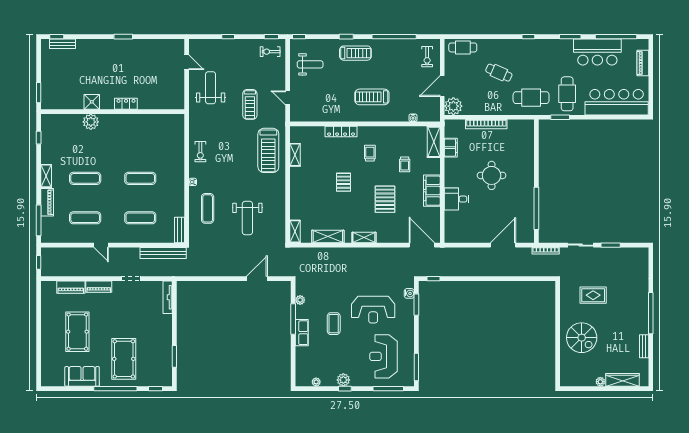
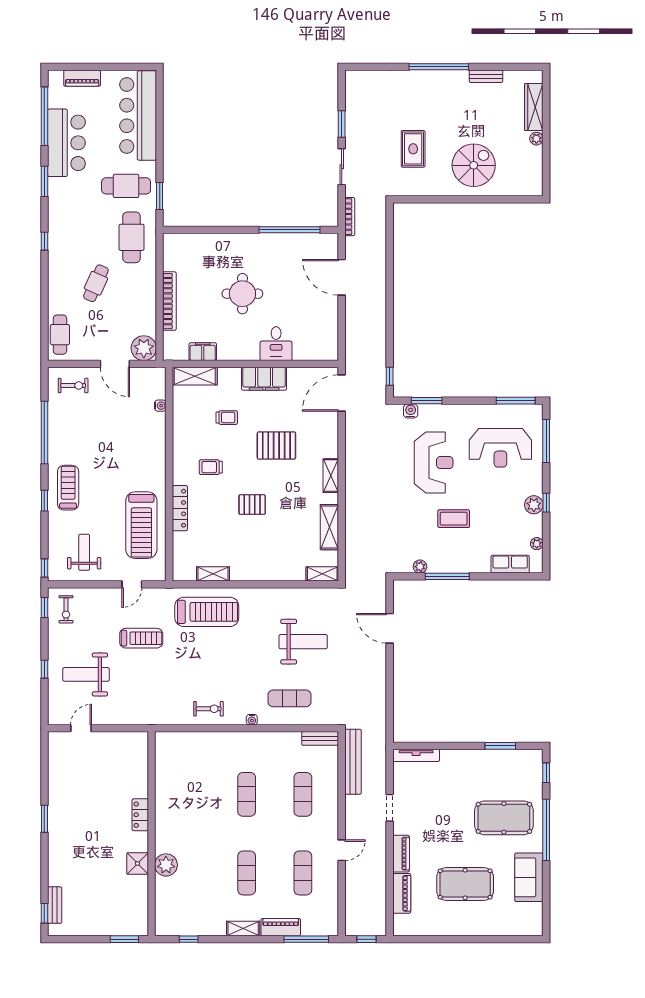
weight bench: (211, 88) -> (86, 674), moved
treadmill: (372, 97) -> (141, 525), moved, width x1.37, depth x1.38
row of seats: (302, 333) -> (510, 564), moved

